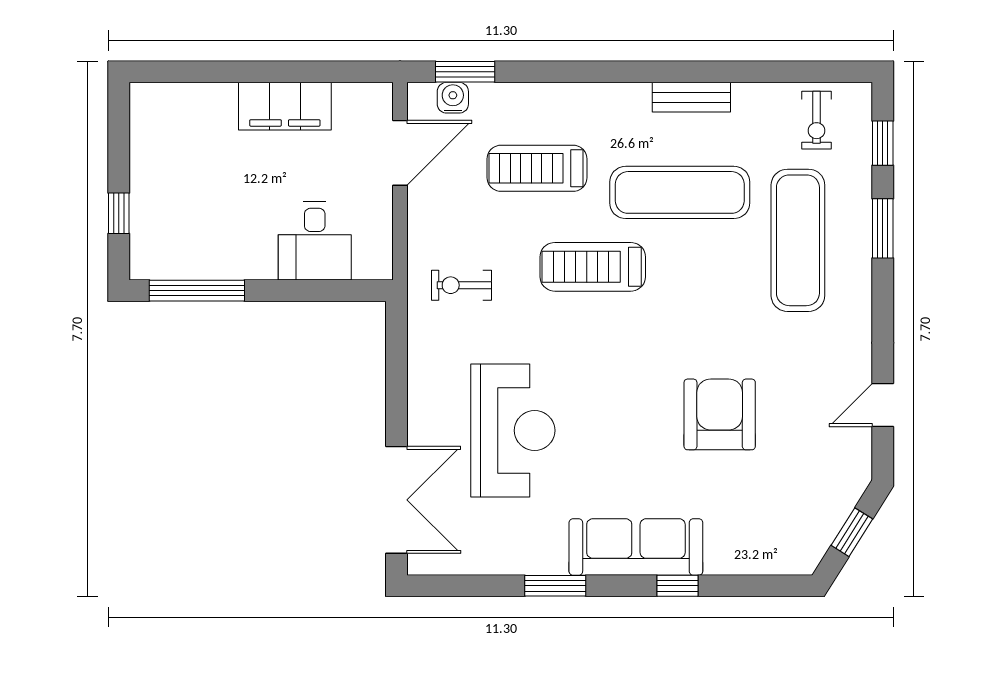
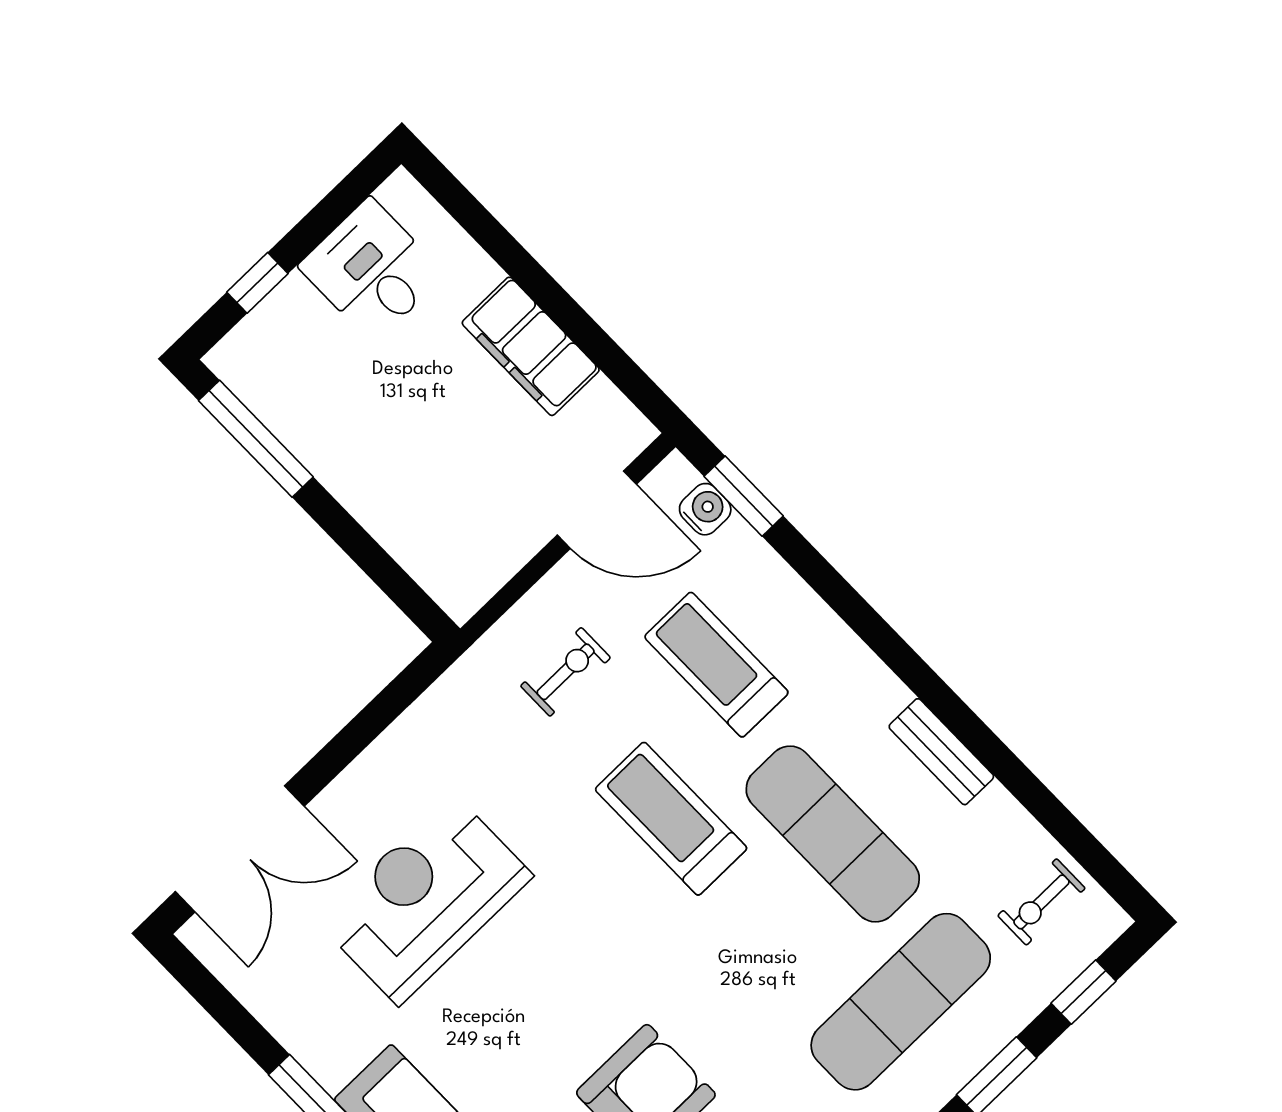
desk: (315, 241) -> (372, 270), moved, turned 90
exercise bike: (461, 285) -> (566, 672), moved, turned 90
reception desk: (513, 430) -> (425, 899), turned 180

